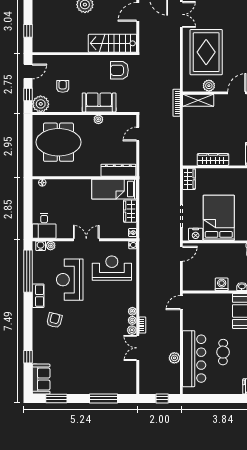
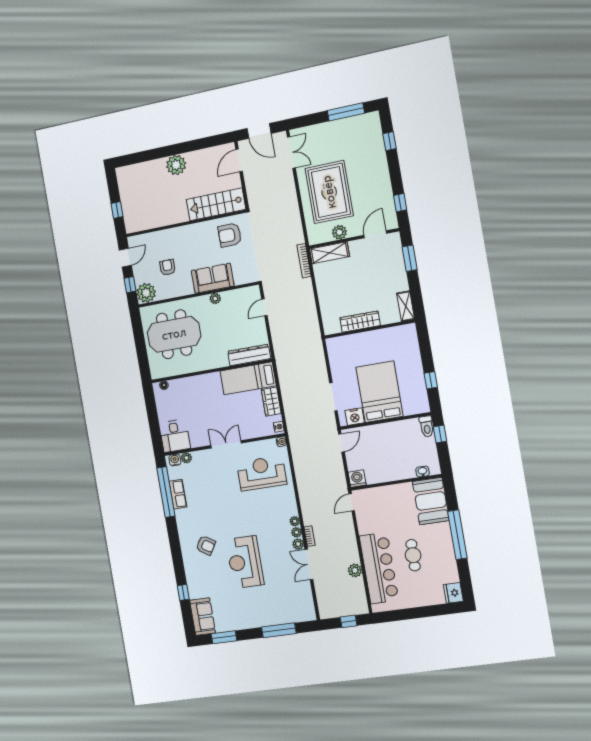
wardrobe: (189, 179) -> (335, 350), removed
reception desk: (70, 280) -> (245, 562), moved
washing machine: (222, 284) -> (357, 479), moved
row of seats: (38, 296) -> (178, 494), moved
armchair: (54, 320) -> (206, 545), turned 108

